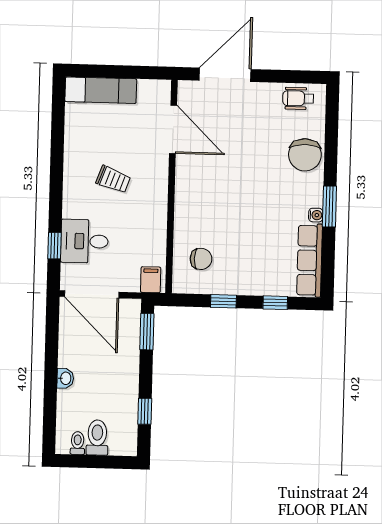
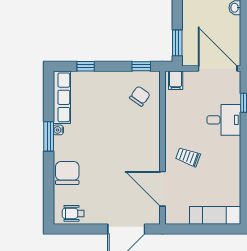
wheelchair: (298, 98) -> (73, 213), turned 180
trolley: (113, 179) -> (188, 157), moved
desk: (84, 241) -> (224, 120), moved
chair: (201, 259) -> (140, 96), turned 125
window: (223, 301) -> (141, 66), moved

